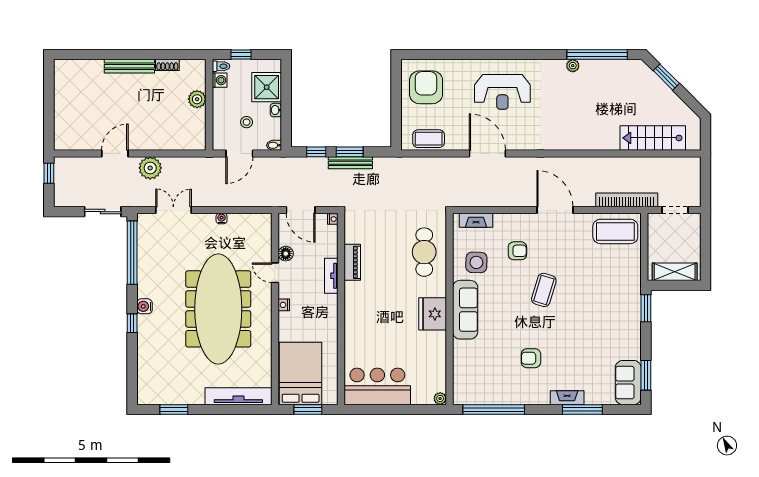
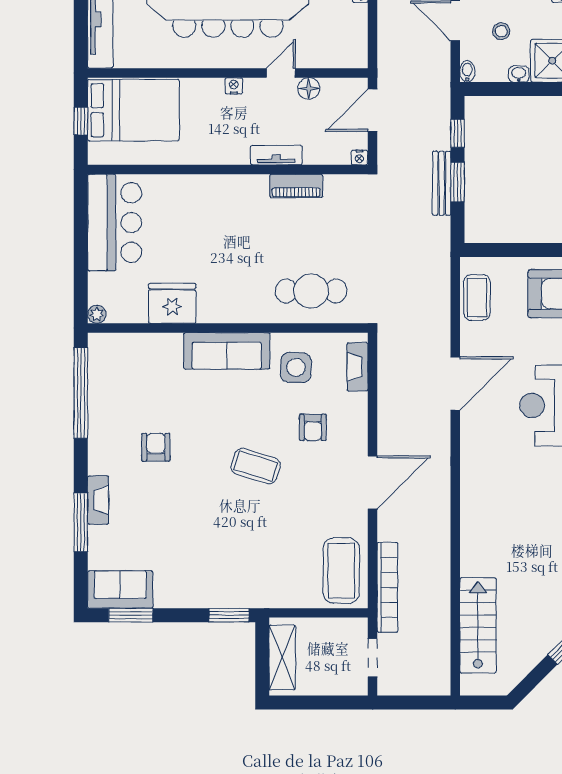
fridge: (433, 314) -> (172, 303), moved
window: (308, 409) -> (81, 121), width x0.67

